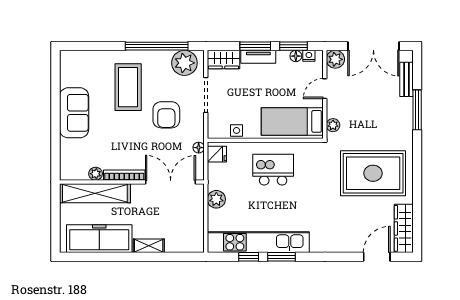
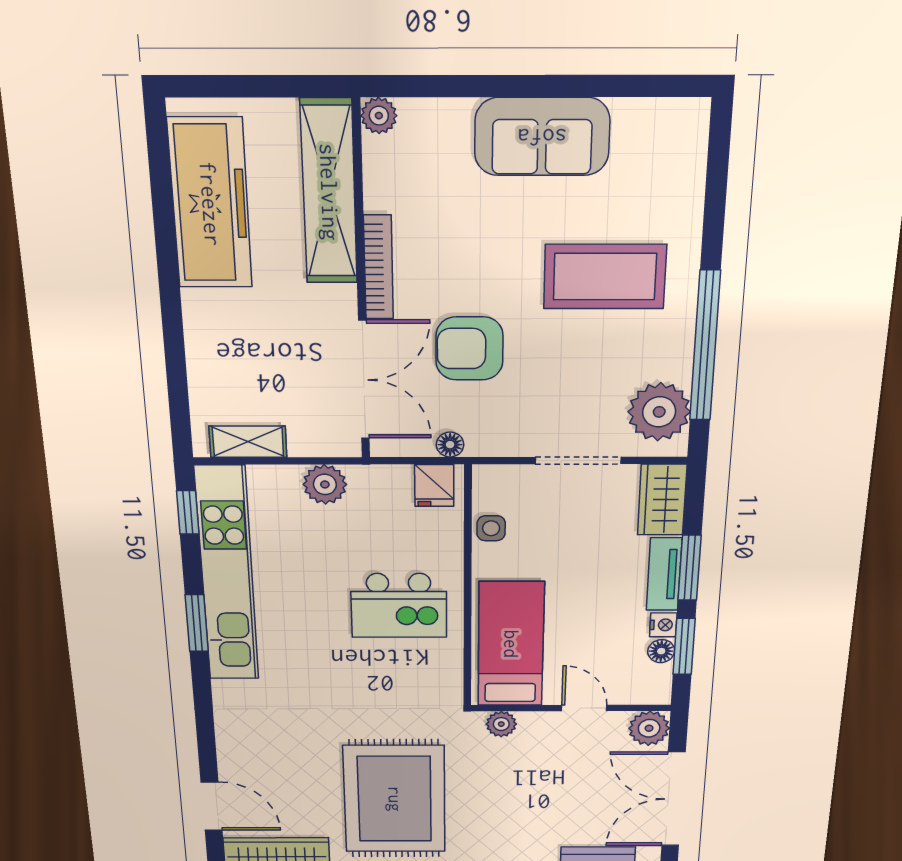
nightstand: (309, 56) -> (663, 625), moved
armchair: (166, 115) -> (469, 349), moved
kitchen island: (273, 170) -> (399, 606), turned 90
plant: (96, 174) -> (379, 116), moved
shelving: (149, 246) -> (248, 442), moved, turned 90
window: (249, 257) -> (188, 512), moved

